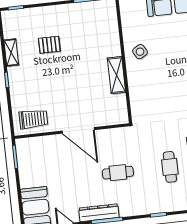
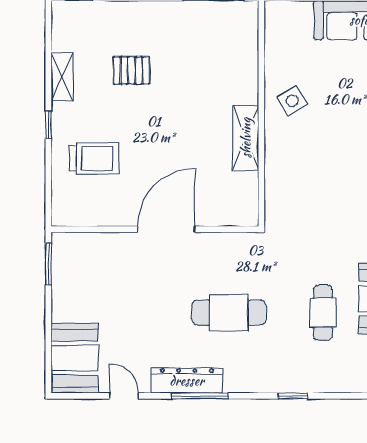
trolley: (33, 119) -> (94, 158), moved
door: (78, 130) -> (166, 229), swing flipped
cafe table: (118, 173) -> (229, 313), width x1.37, depth x1.35

